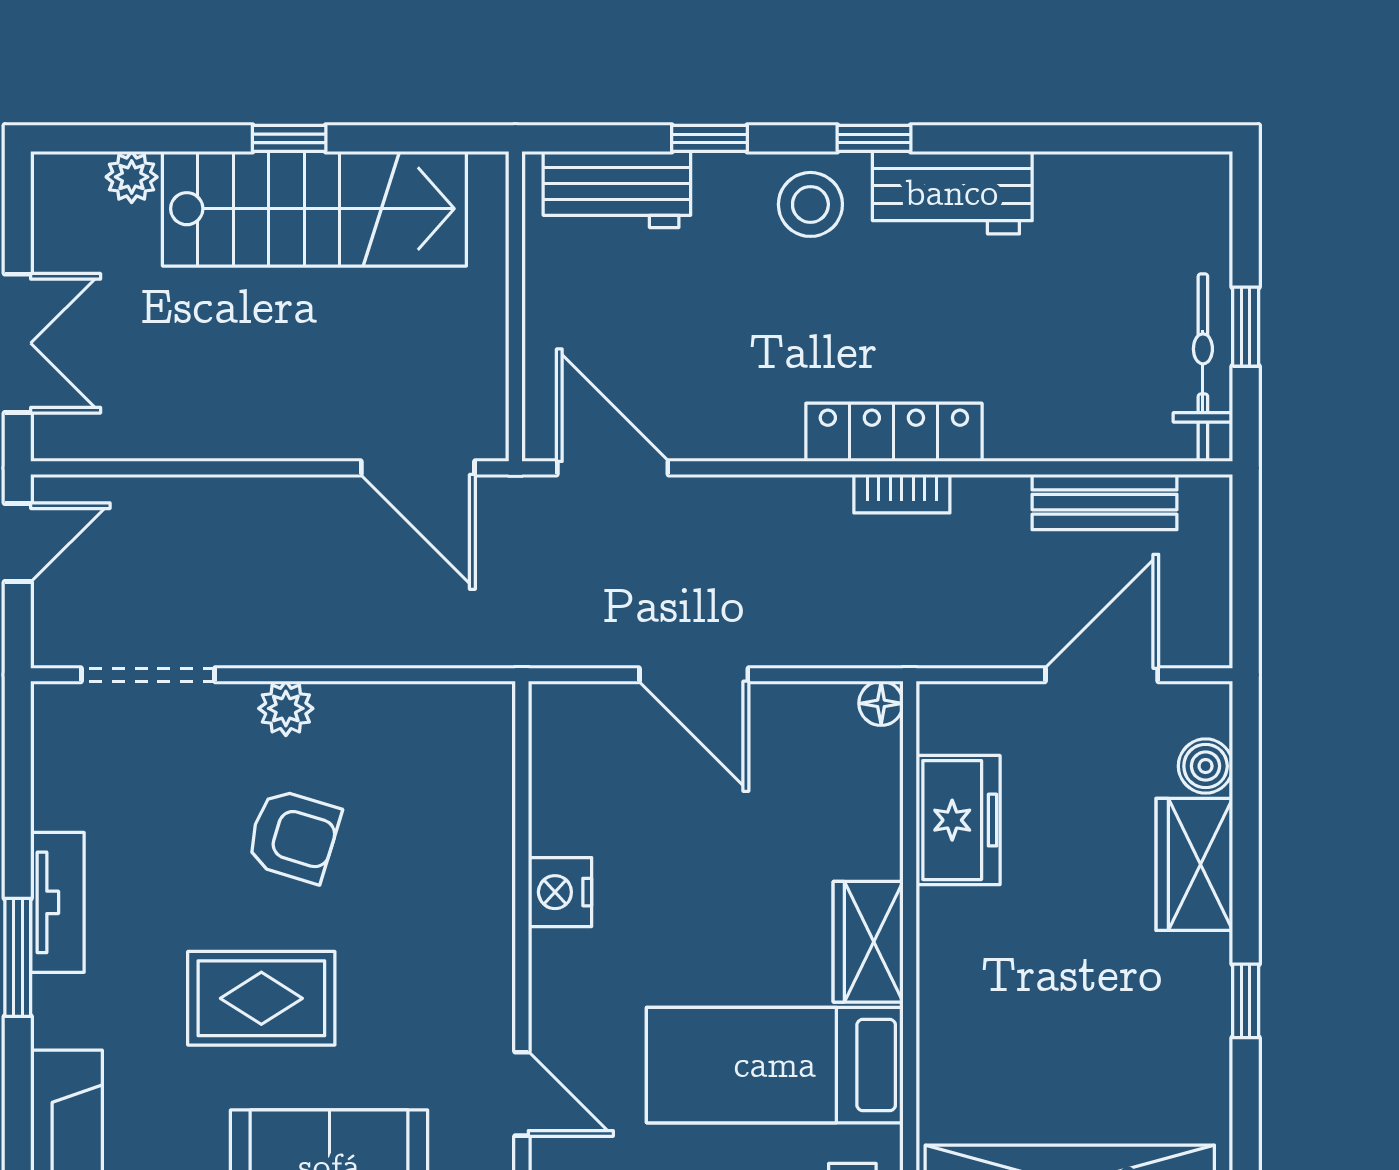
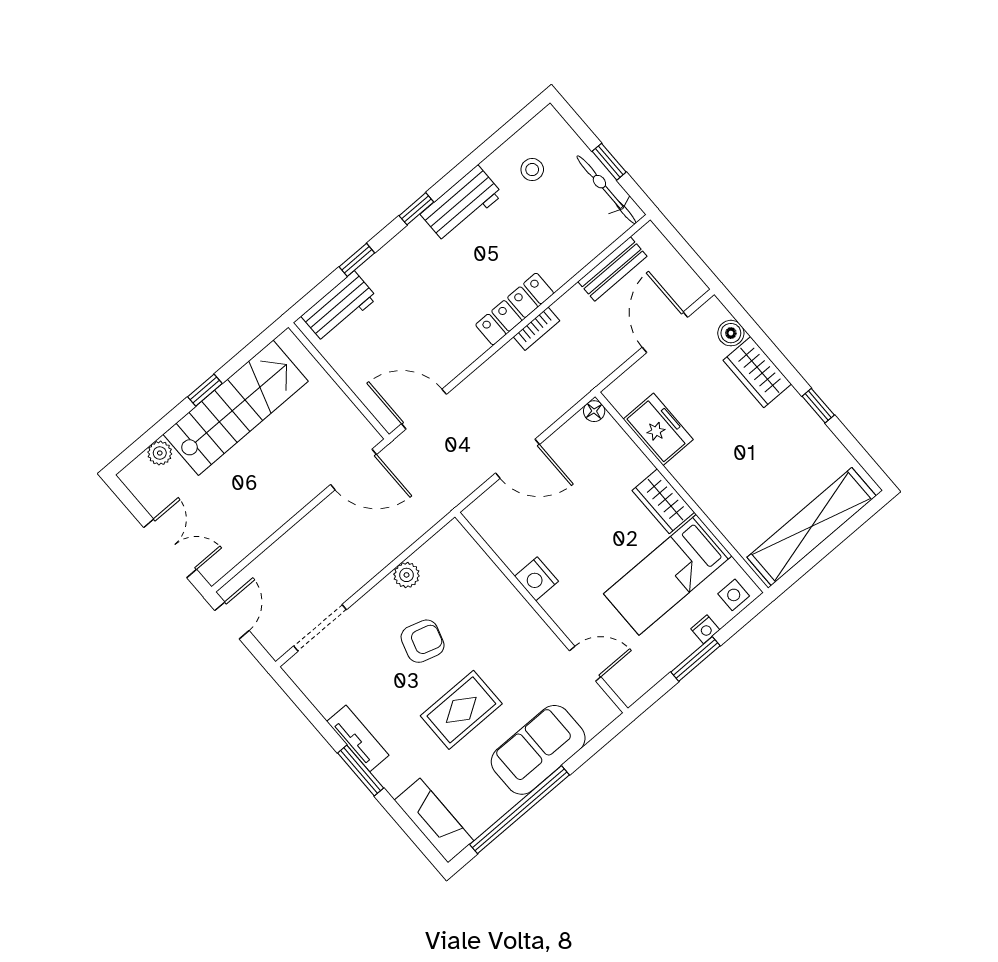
stool: (810, 204) -> (532, 170), moved, width x0.73, depth x0.73
plant: (286, 708) -> (407, 575), moved

